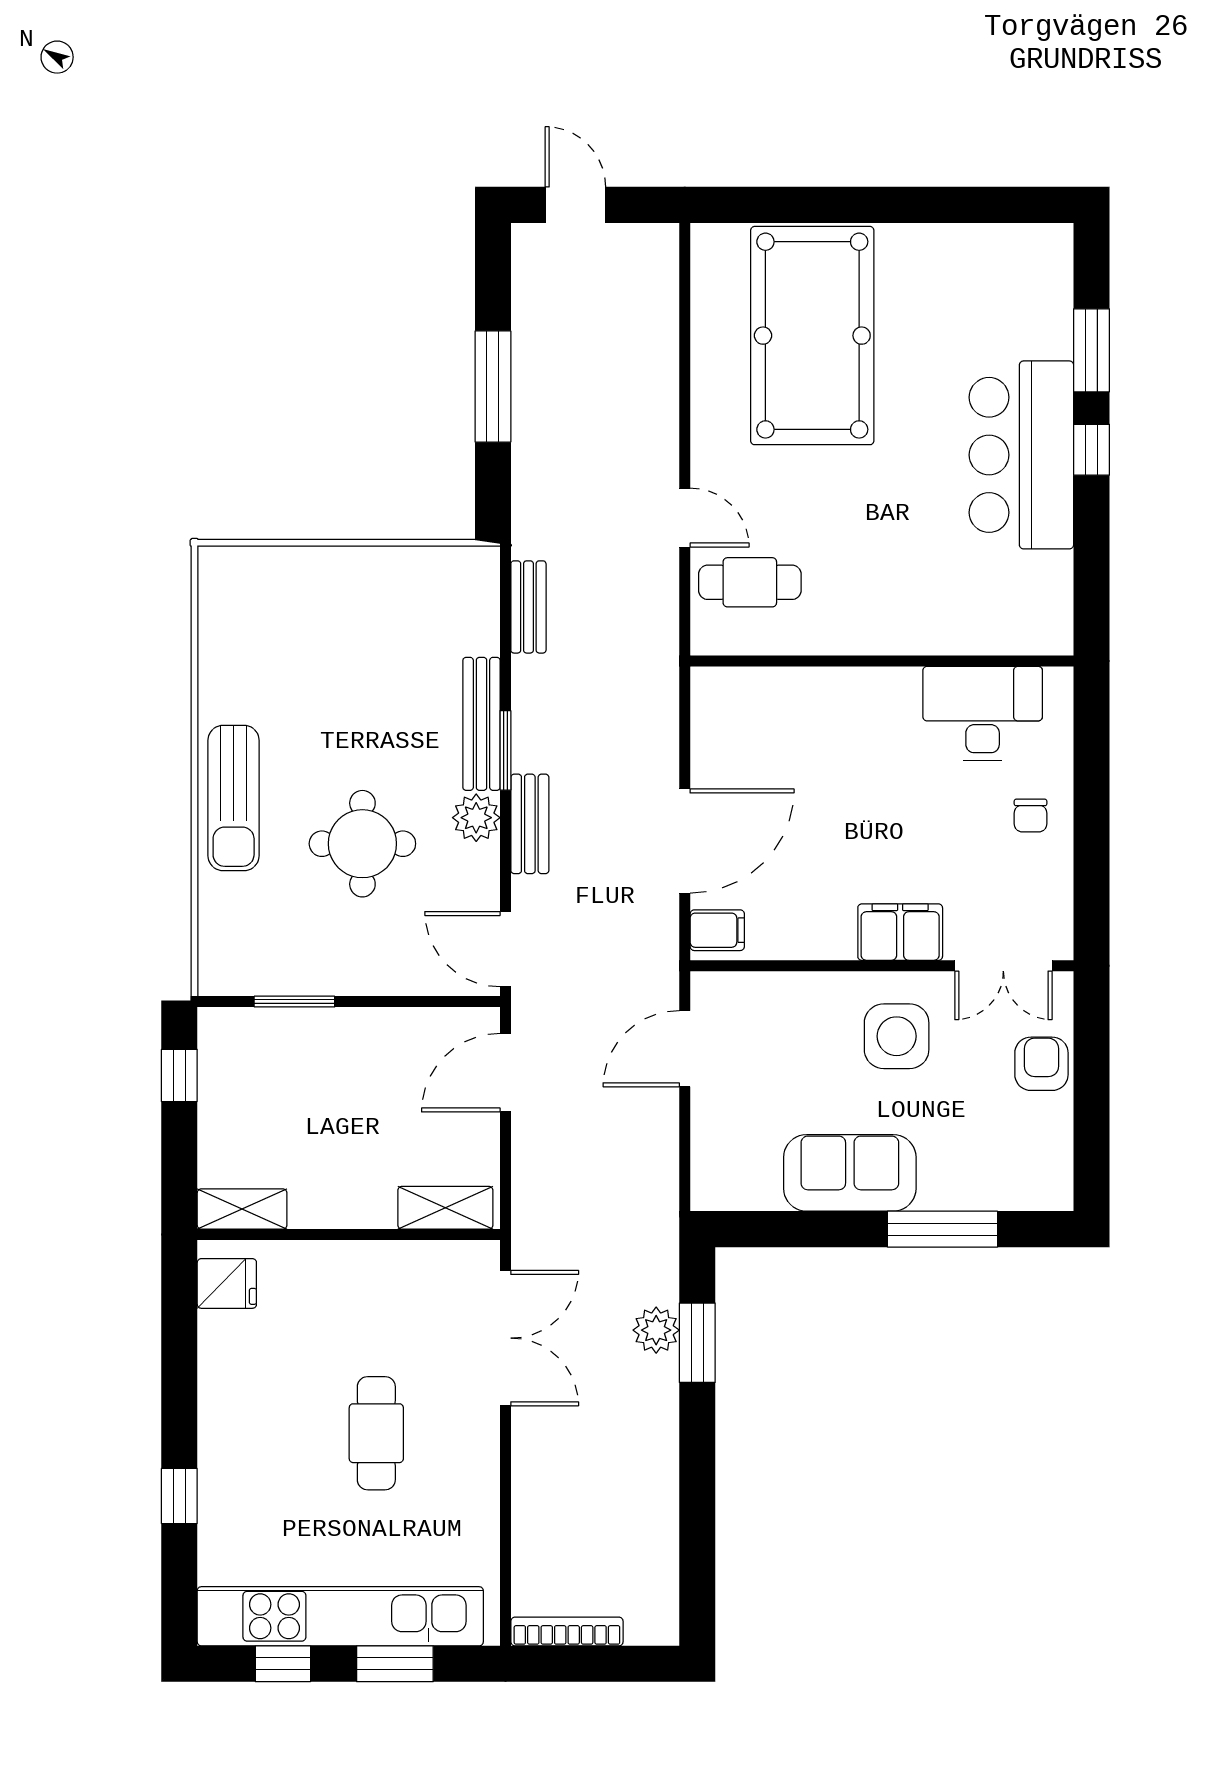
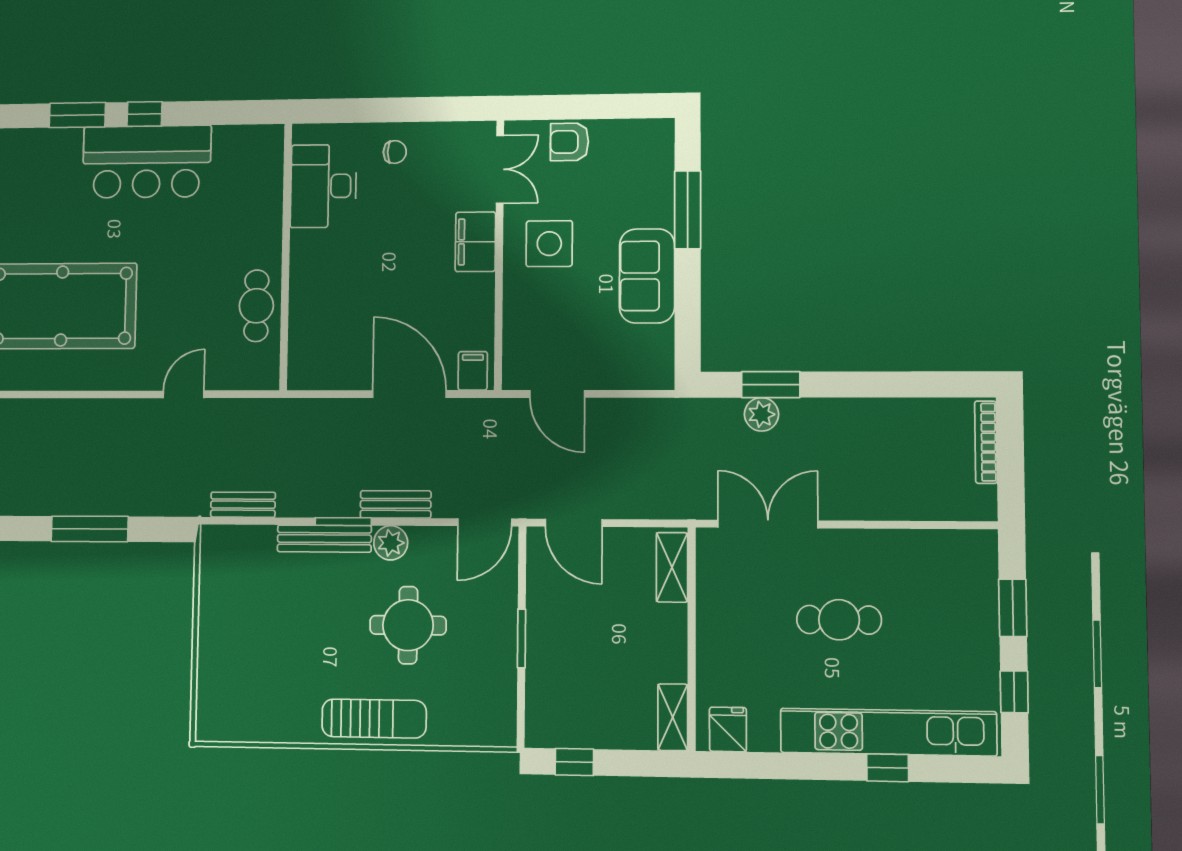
cafe table: (750, 582) -> (256, 306), moved
window: (294, 1002) -> (521, 638), moved
kitchen unit: (340, 1616) -> (888, 732), moved, turned 90
bookcase: (567, 1631) -> (986, 442), moved

